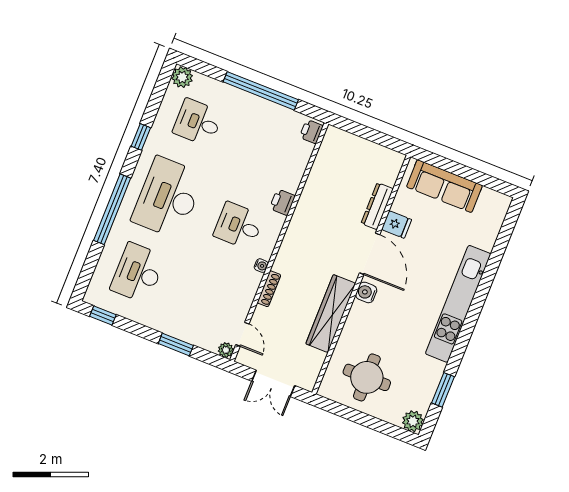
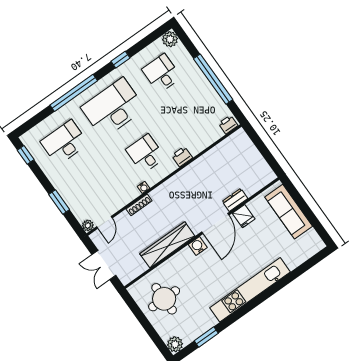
dresser: (377, 206) -> (235, 200), width x0.70

